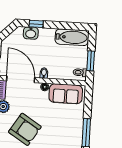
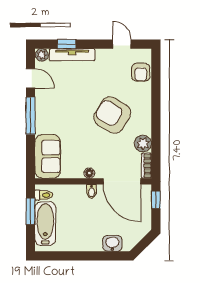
window: (36, 24) -> (106, 256), removed
bathtub: (72, 37) -> (45, 224), moved, turned 90
sofa: (66, 94) -> (48, 156), moved, turned 90

